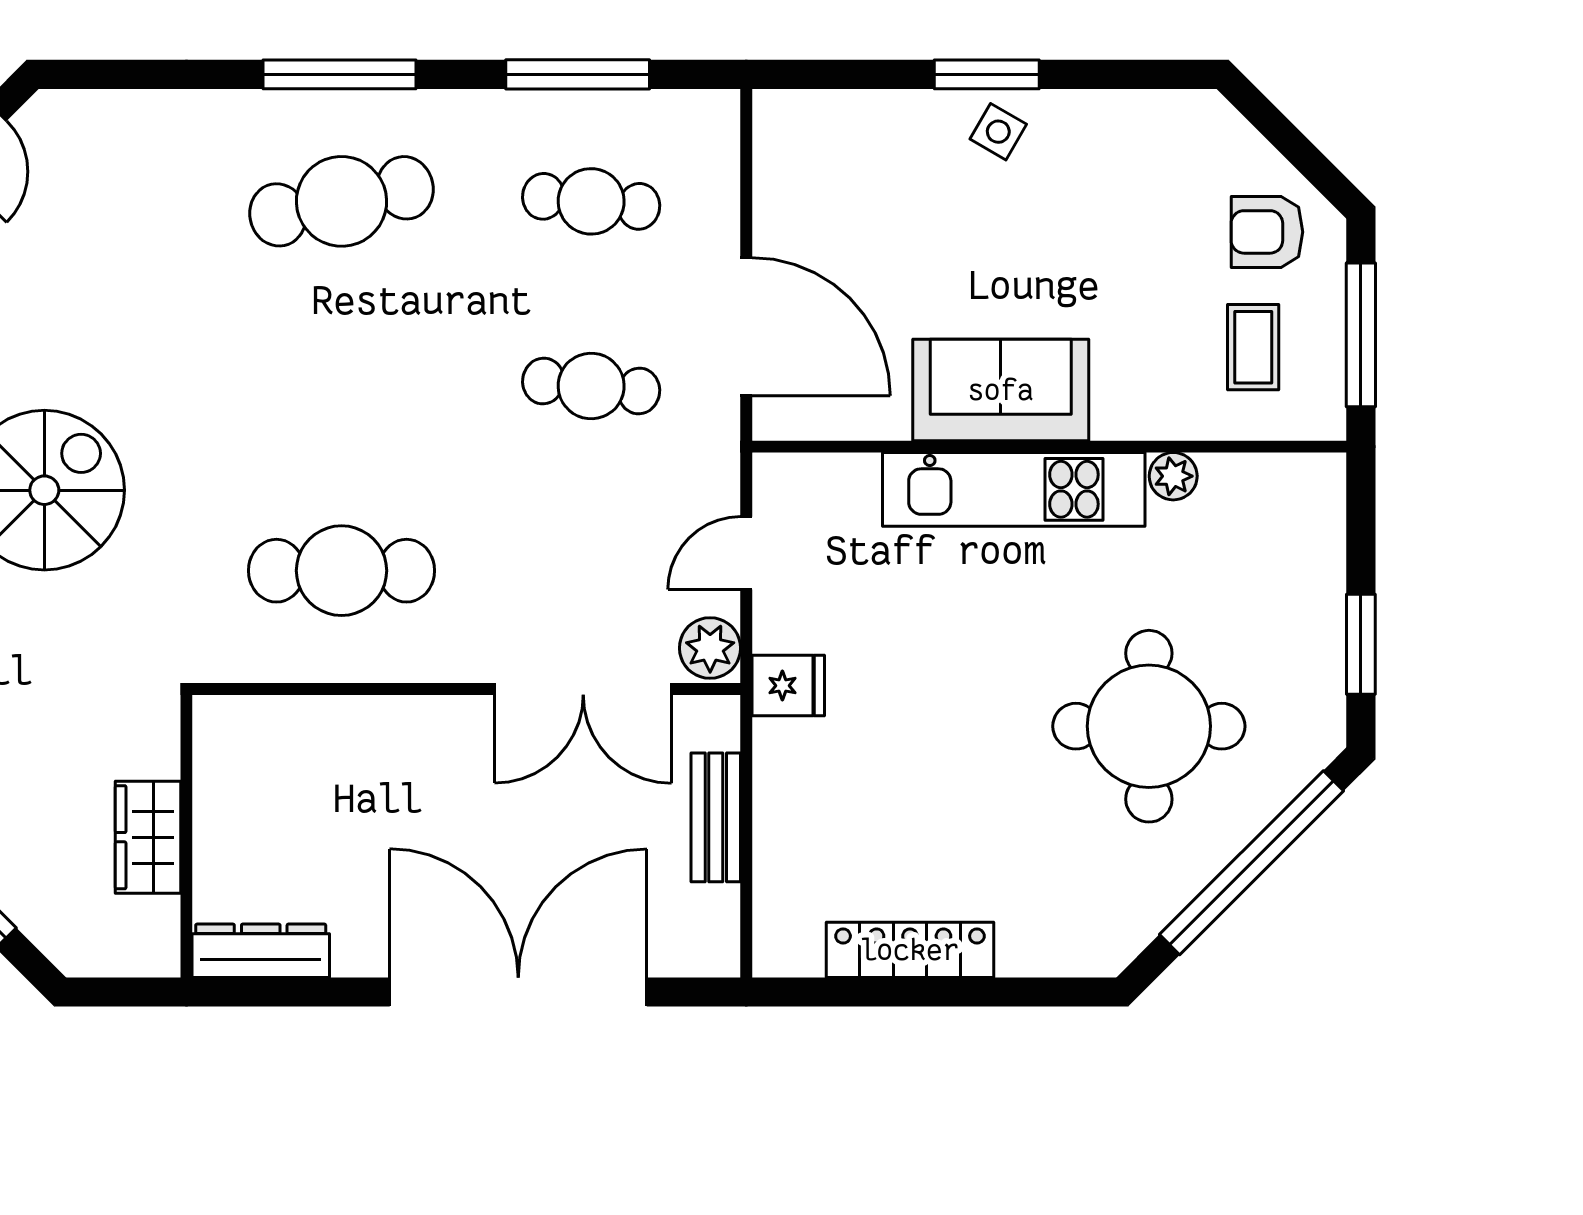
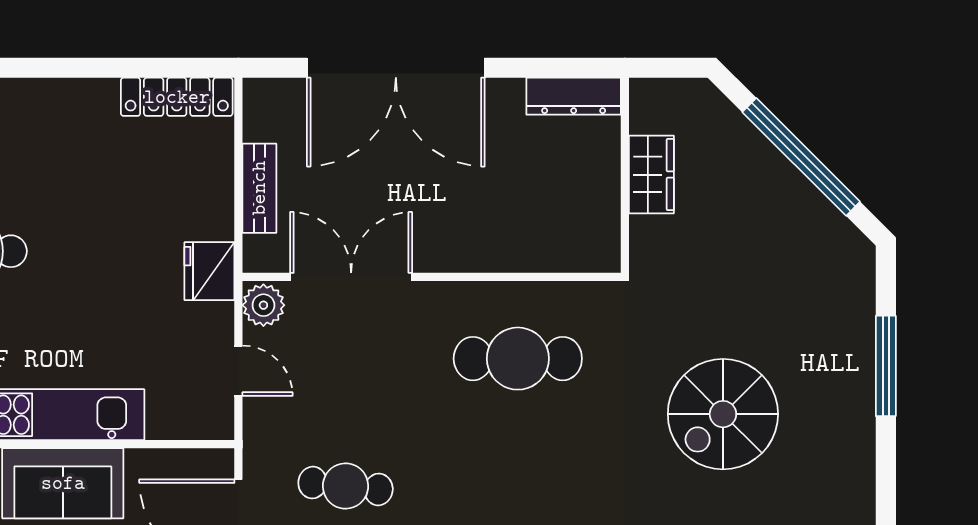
door: (746, 553) -> (238, 371), hinge flipped
fridge: (788, 686) -> (209, 271), width x1.38
locker: (910, 950) -> (177, 97), moved

